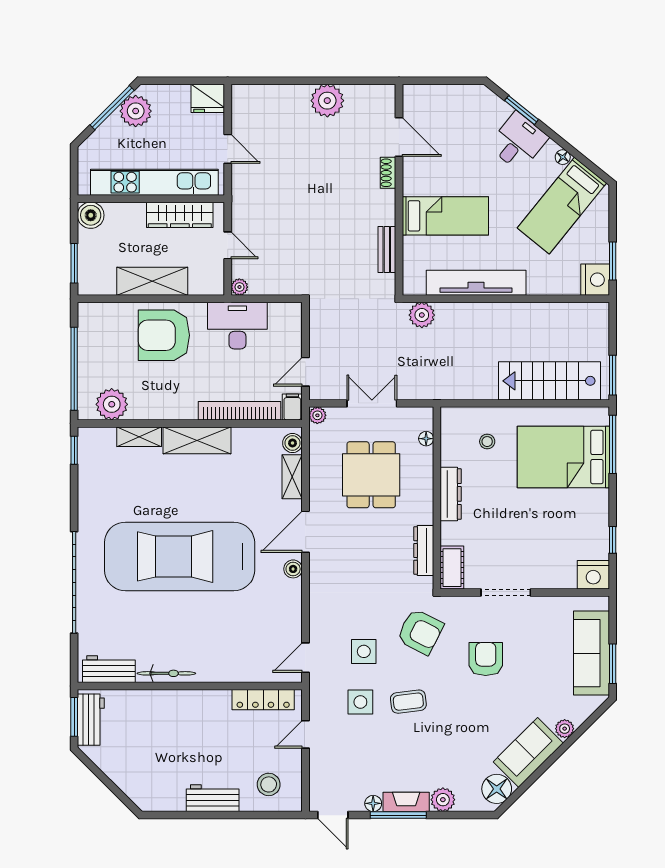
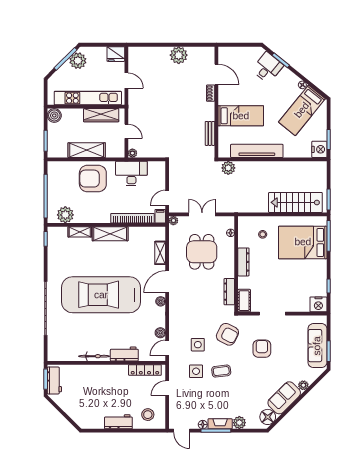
desk: (518, 142) -> (268, 68), moved
boiler: (292, 443) -> (160, 333), moved
workbench: (109, 669) -> (124, 354), moved

